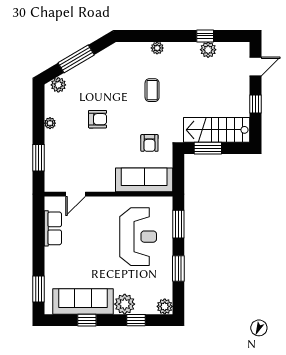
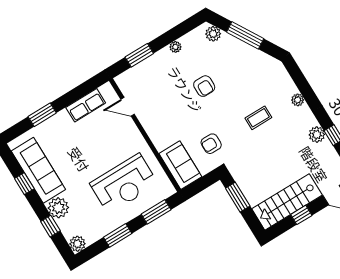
plant: (208, 50) -> (317, 135), moved
stairs: (217, 130) -> (287, 202), moved, turned -90
sofa: (144, 180) -> (180, 165), width x0.73
window: (38, 289) -> (42, 115), moved

